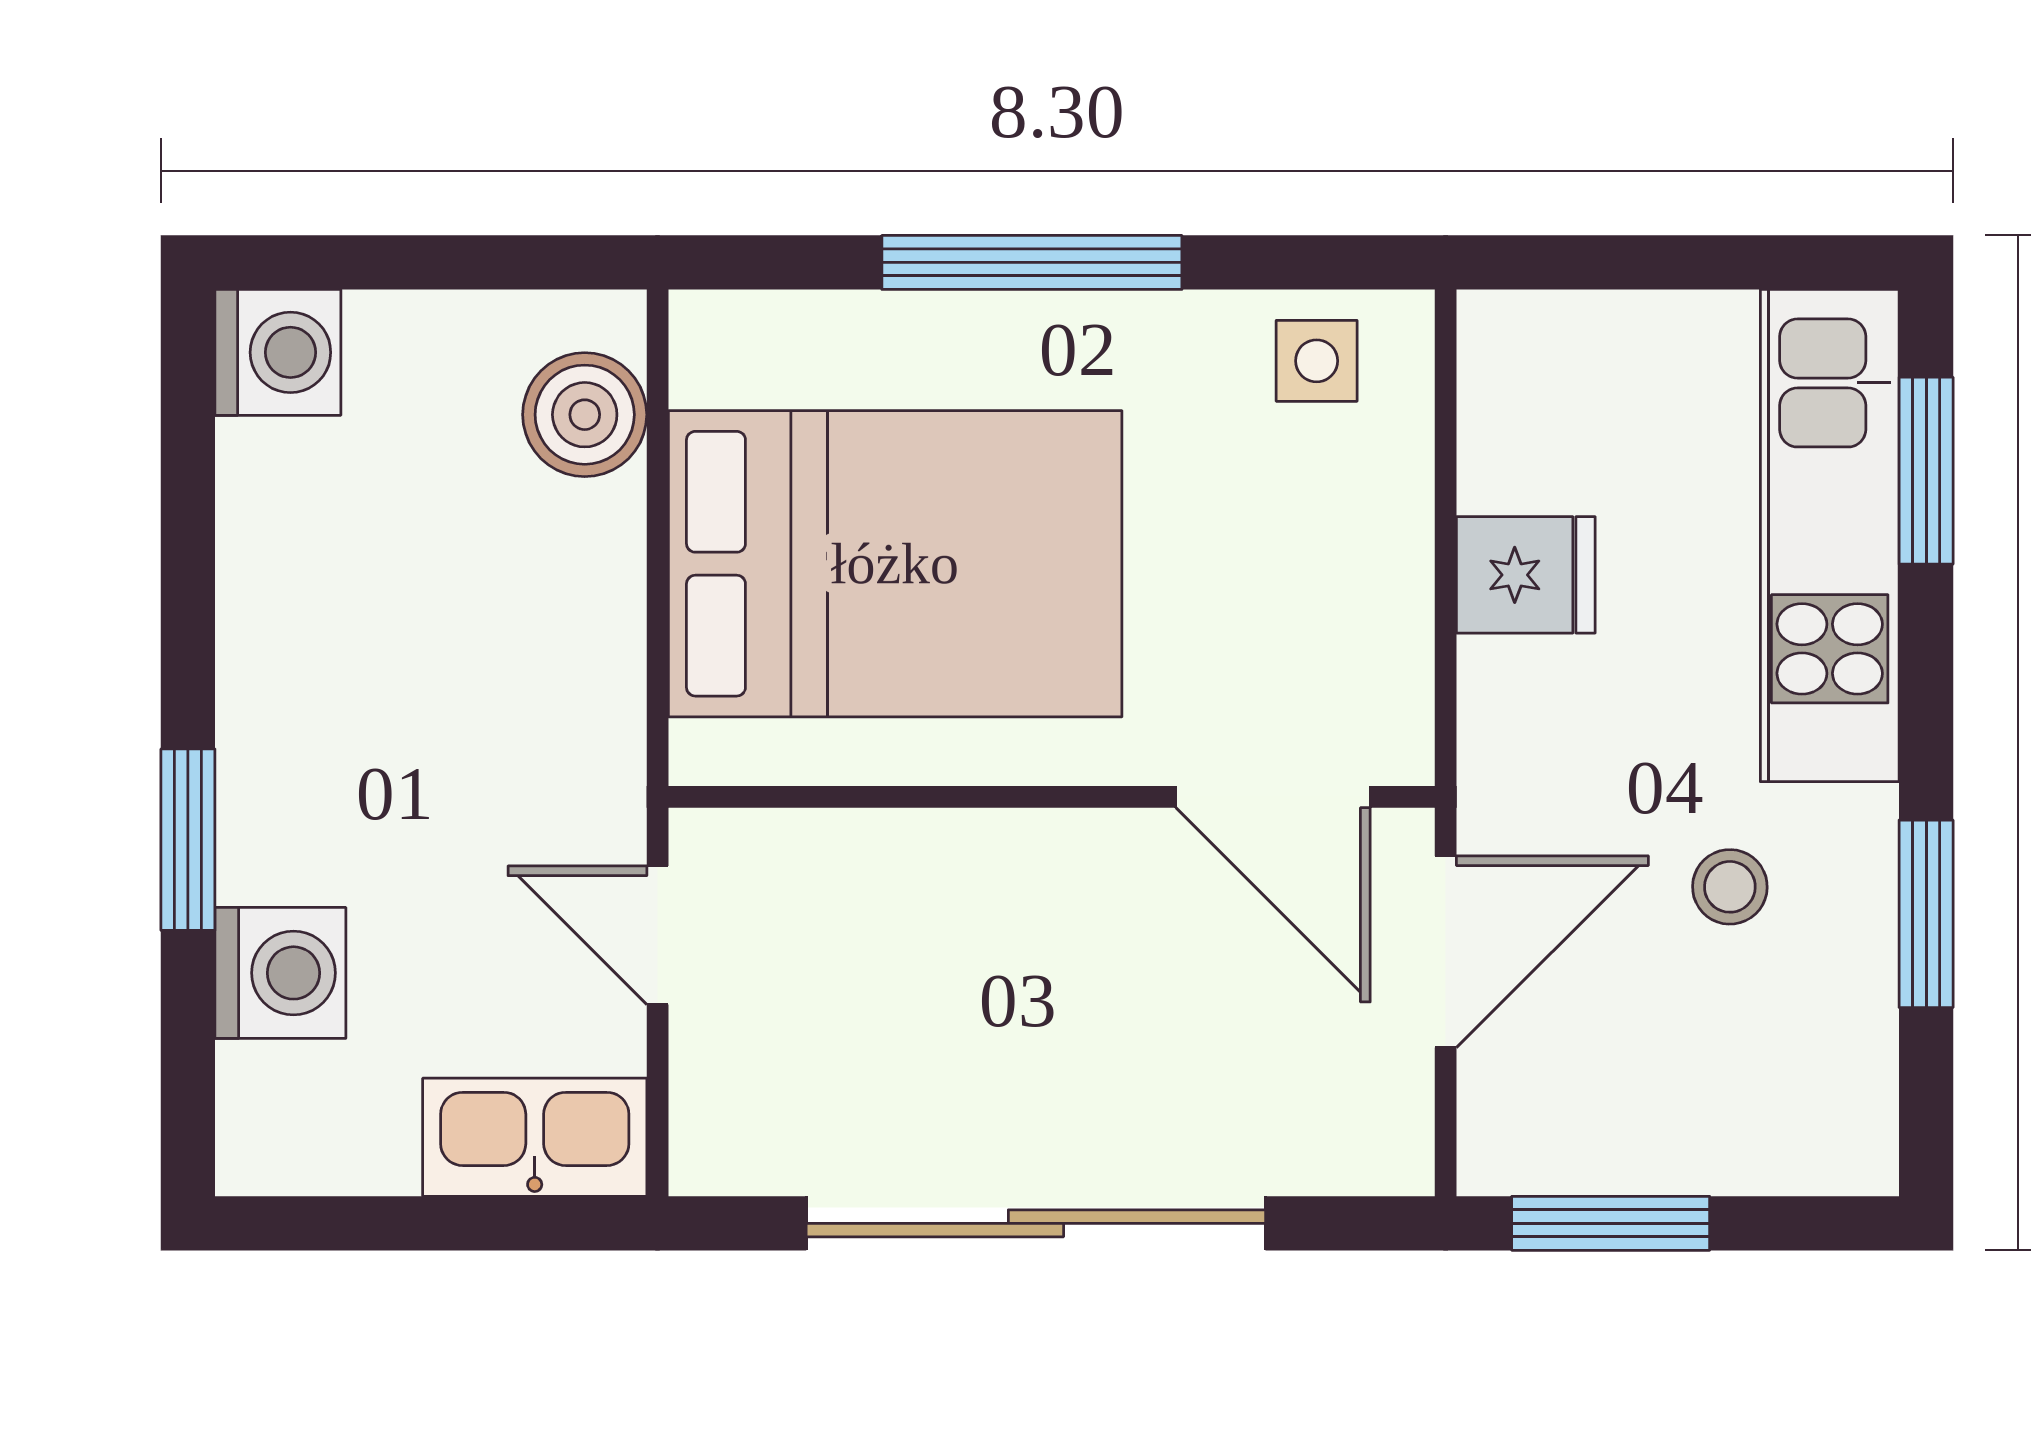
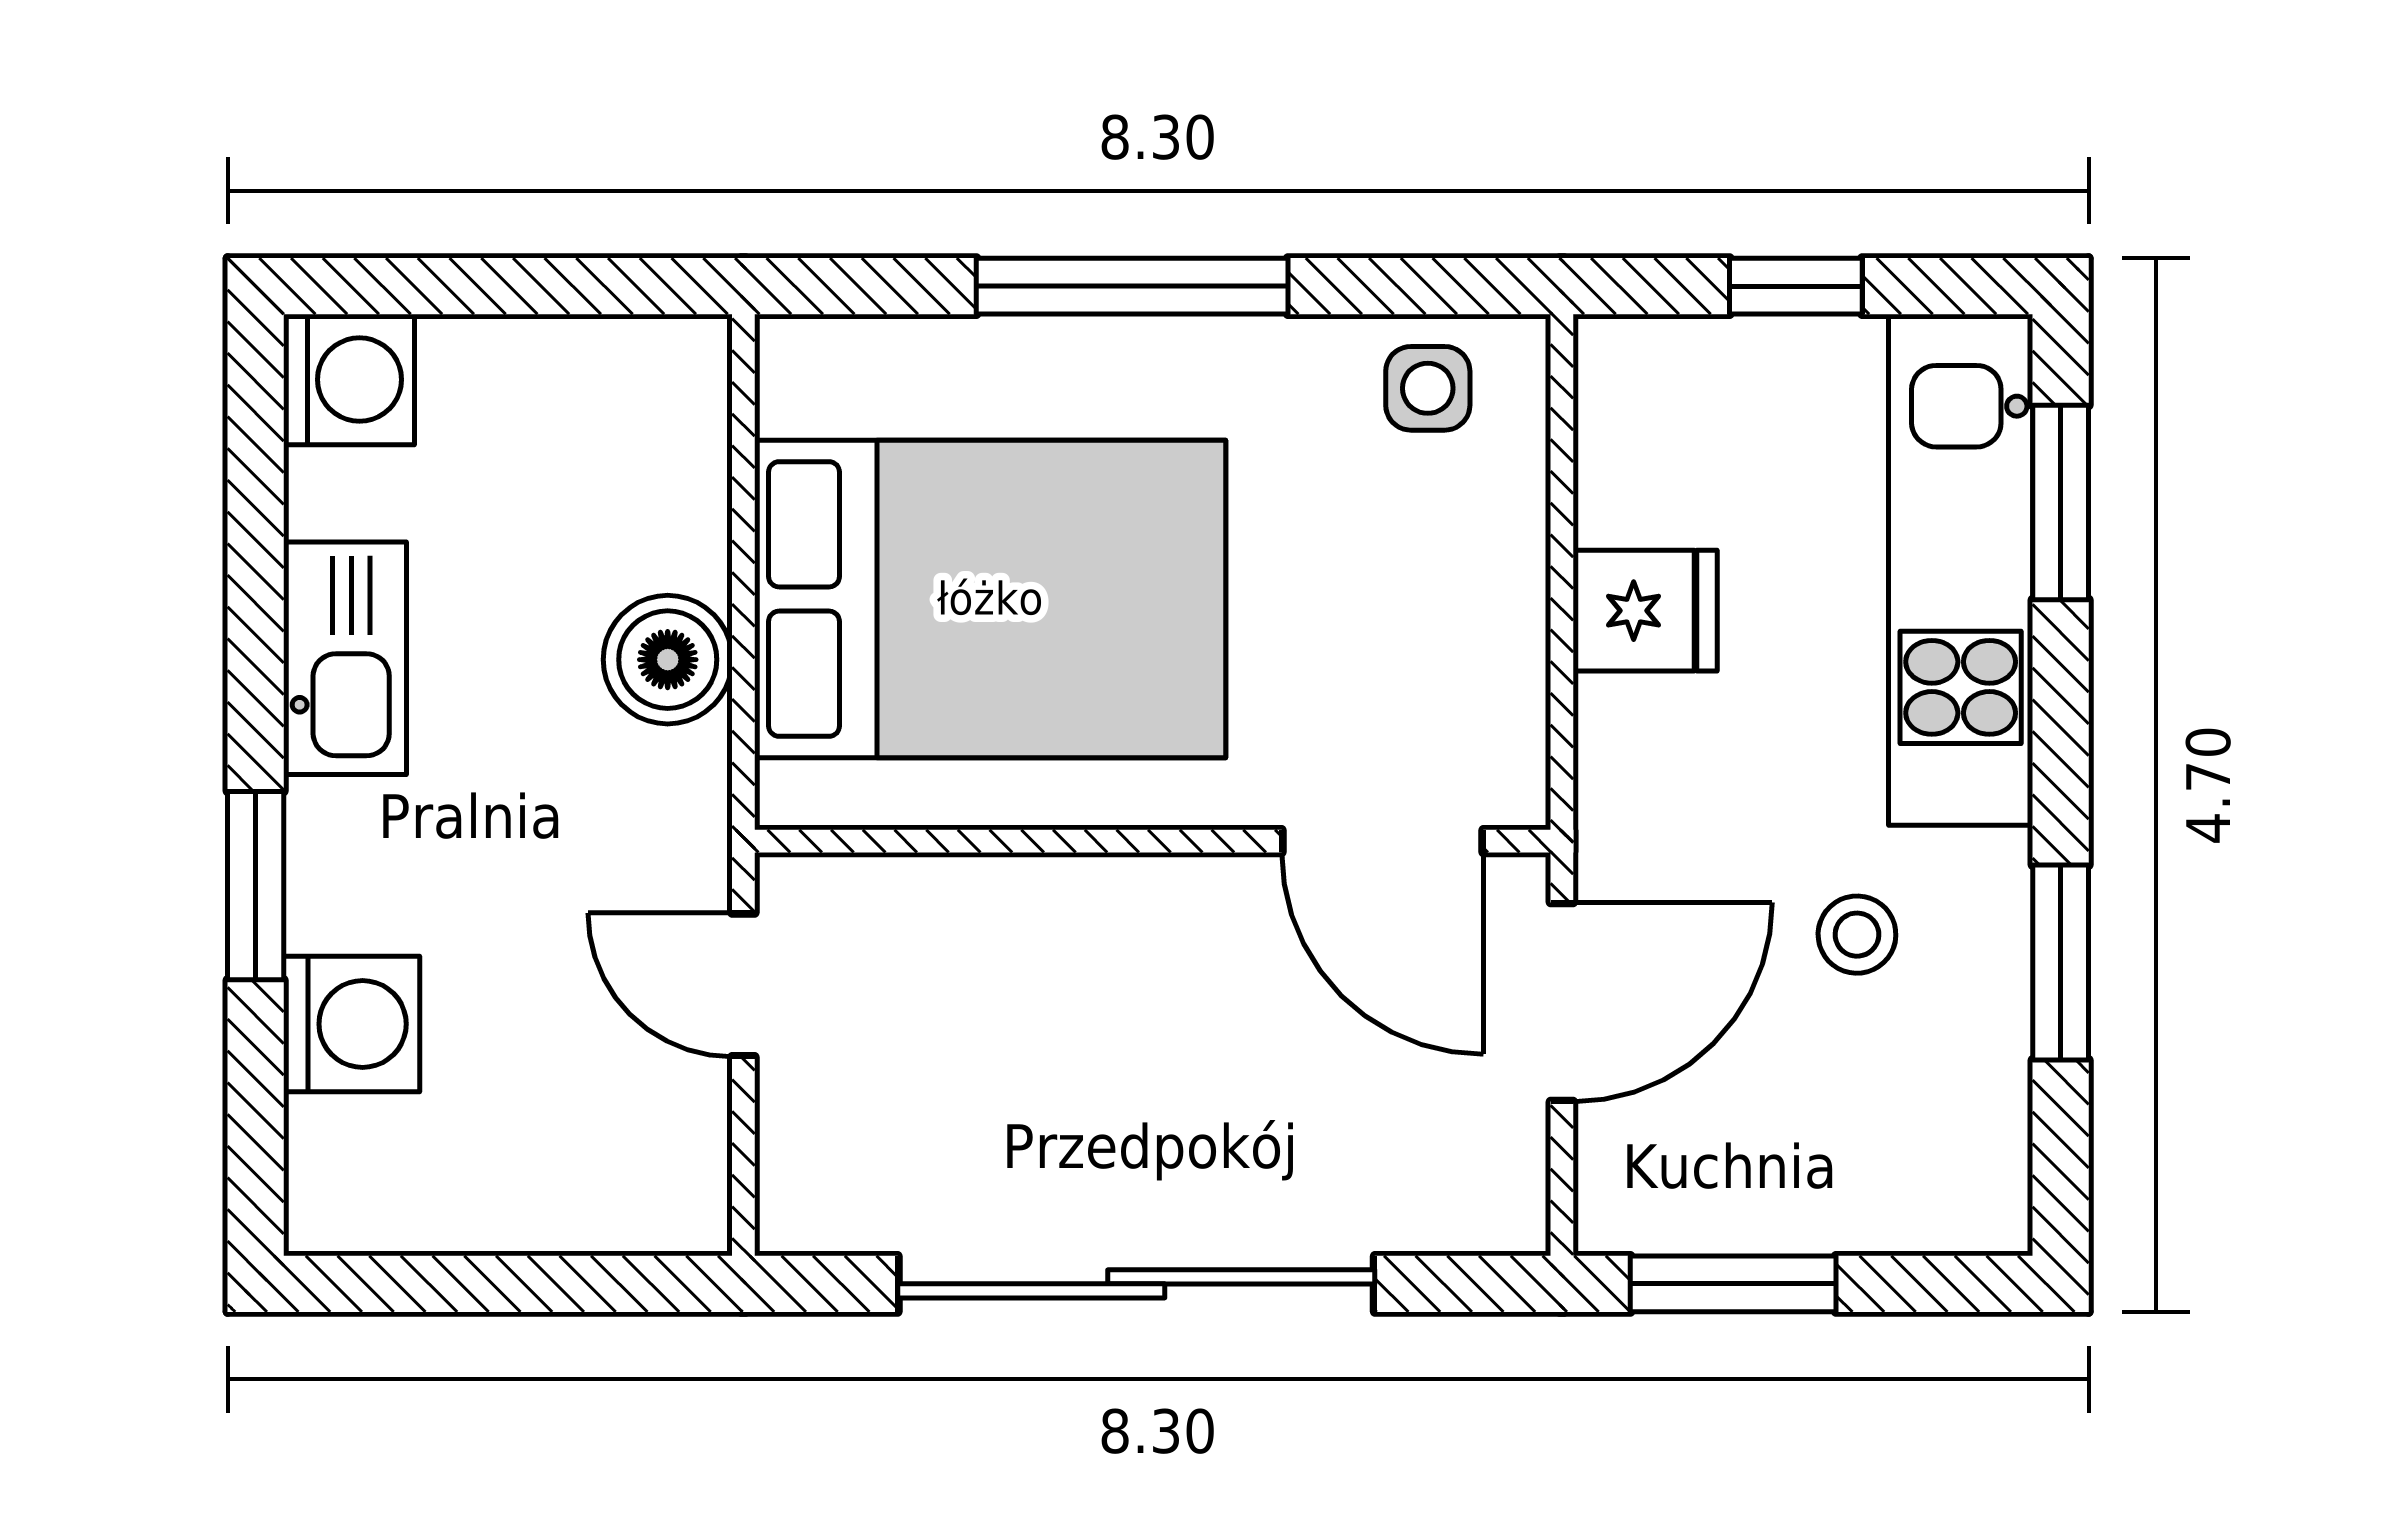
window: (1671, 262) -> (1796, 286), added
boiler: (585, 415) -> (668, 660), moved
kitchen sink: (535, 1137) -> (345, 658), moved, turned 90

